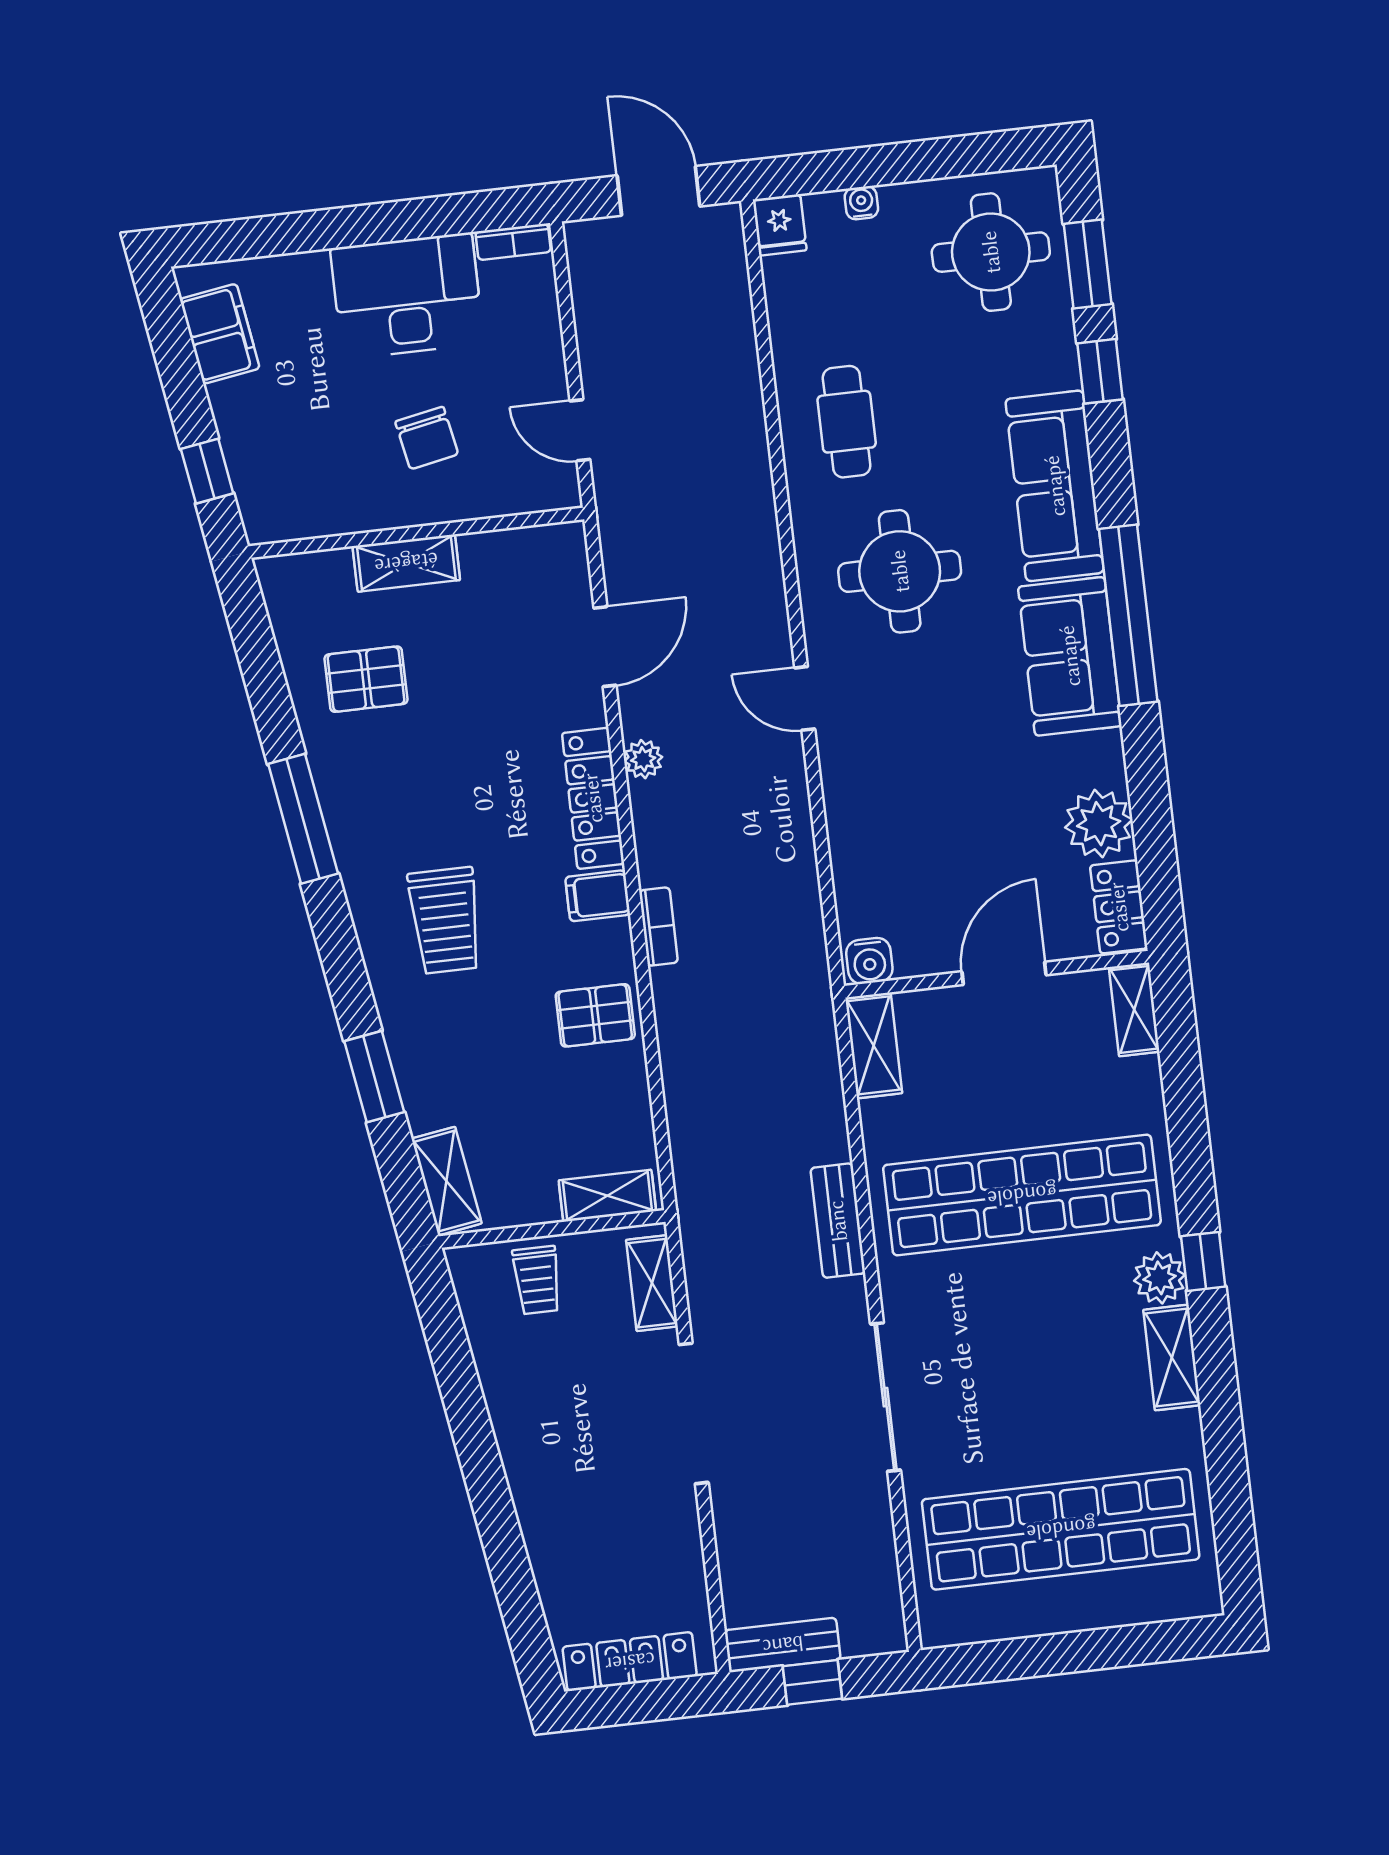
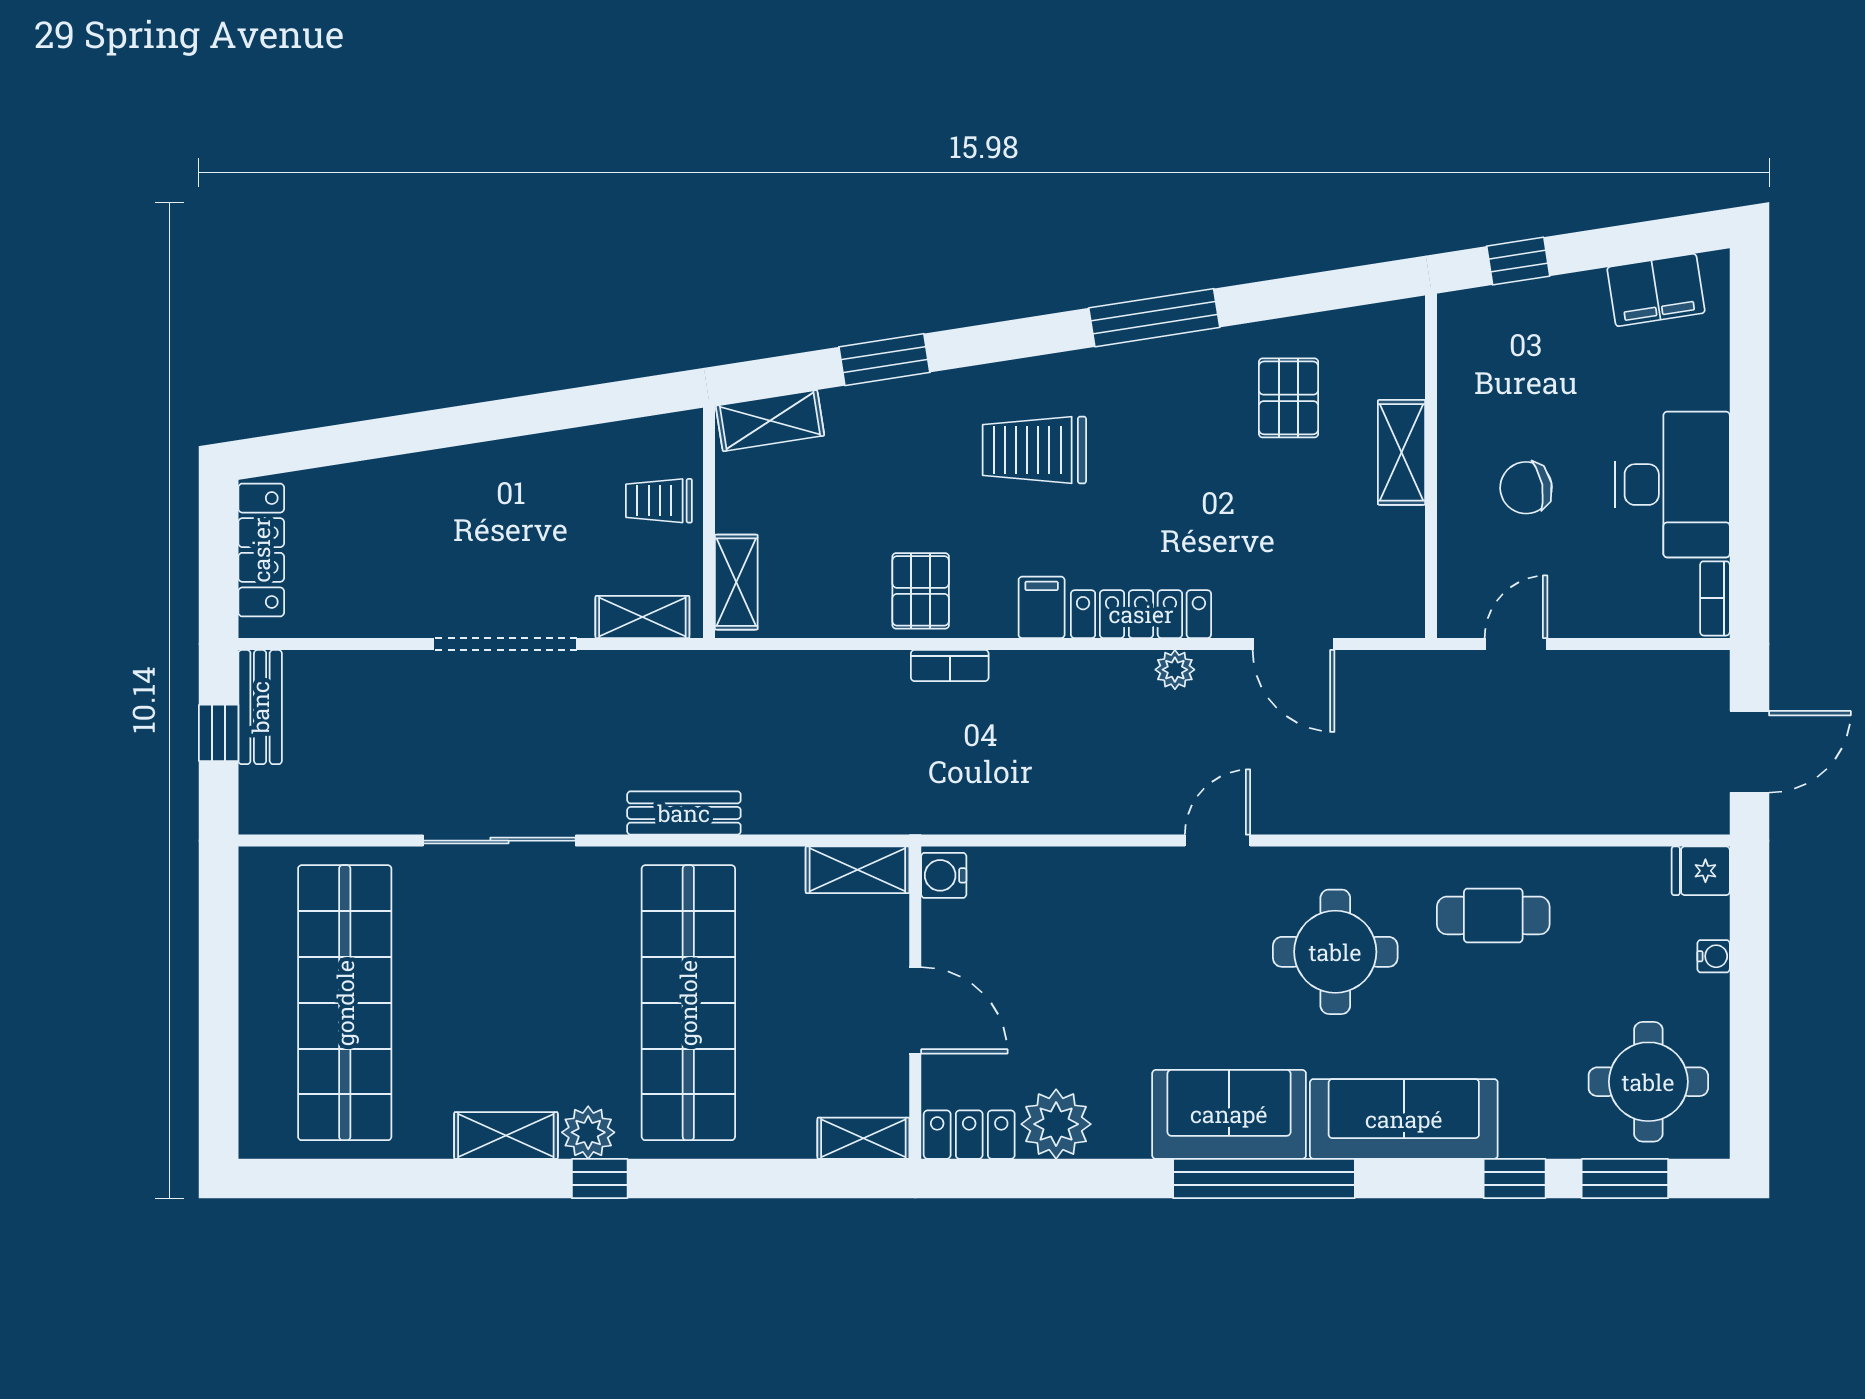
bookcase: (658, 927) -> (950, 665), moved

